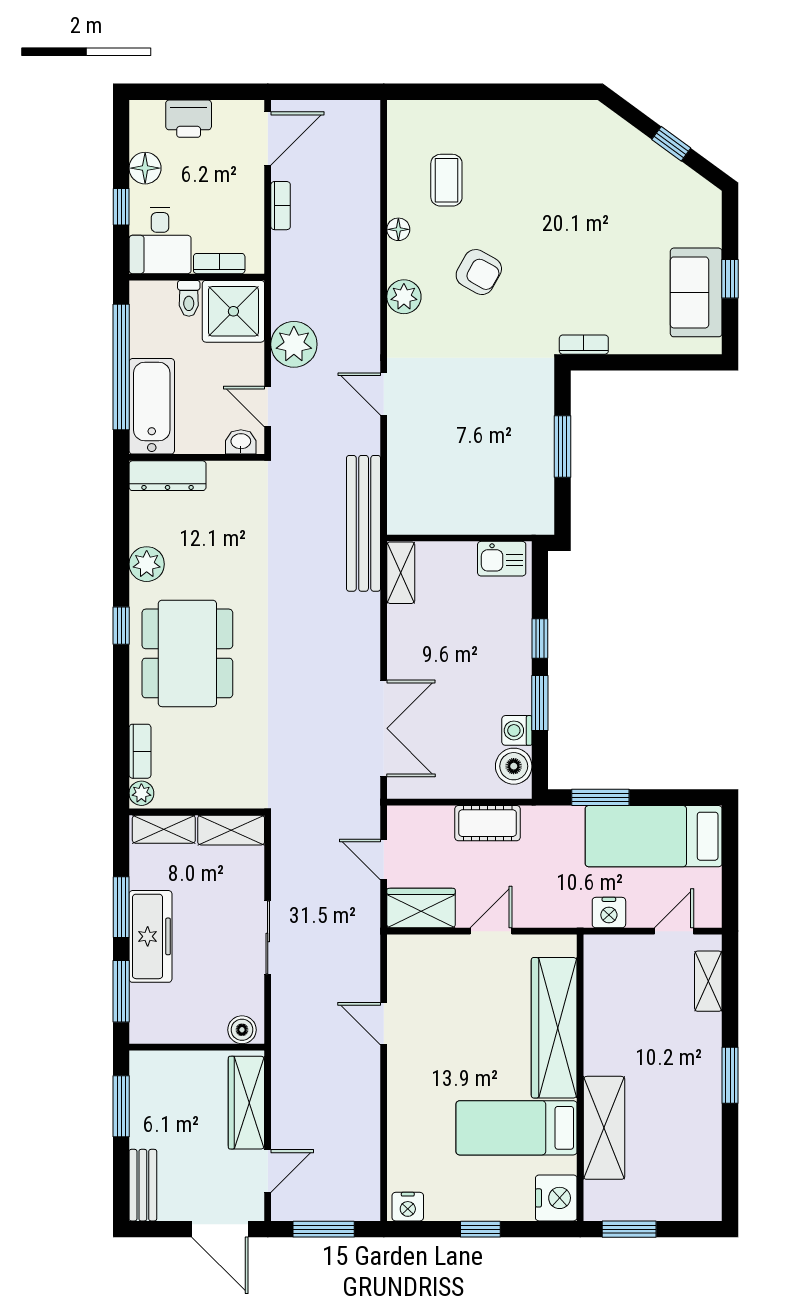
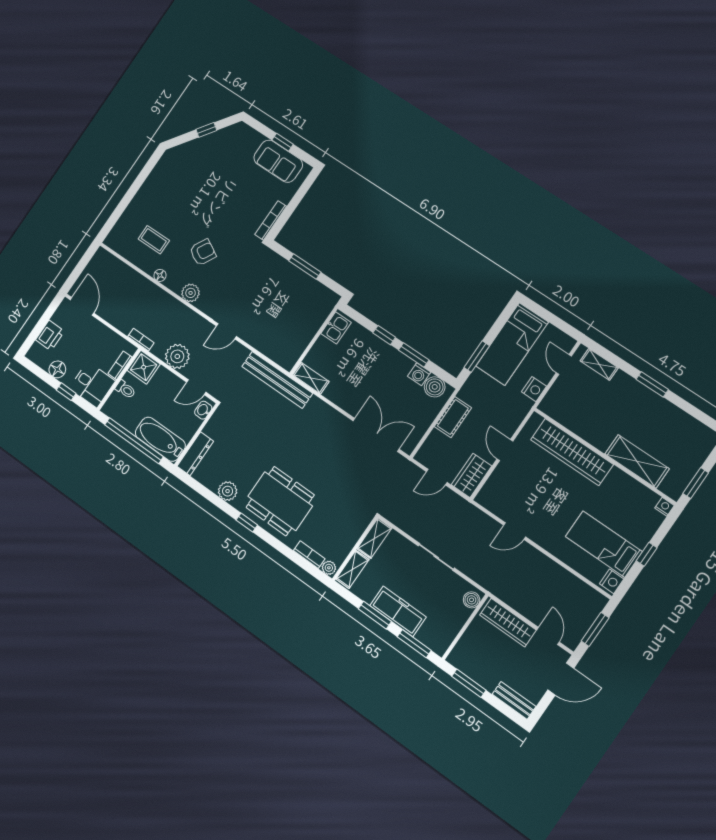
bookcase: (281, 206) -> (141, 340), moved
shower: (233, 311) -> (144, 367), width x0.73, depth x0.73
bookcase: (584, 345) -> (271, 220), width x1.56
bed: (517, 1128) -> (604, 544), moved, turned 90
nightstand: (556, 1198) -> (665, 507), width x0.53, depth x0.56

